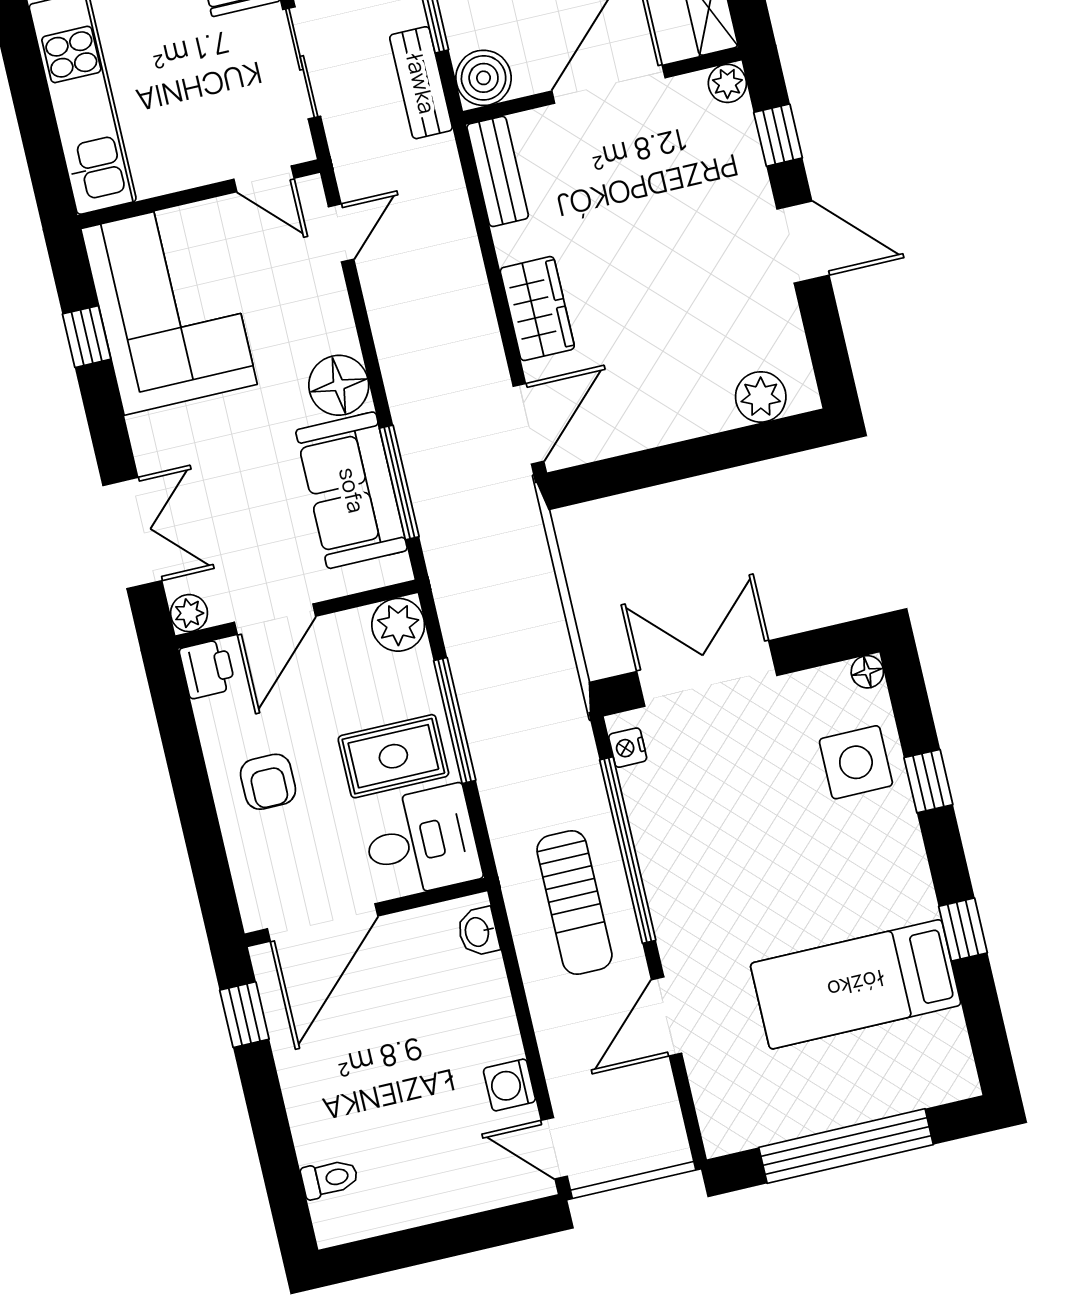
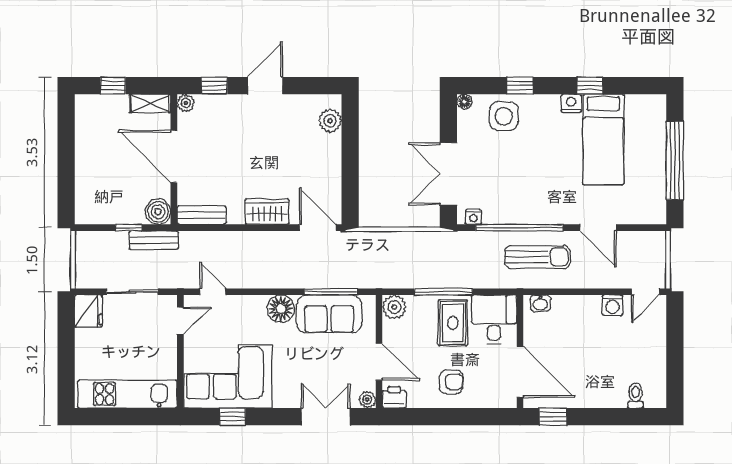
nightstand: (916, 899) -> (571, 103), added

